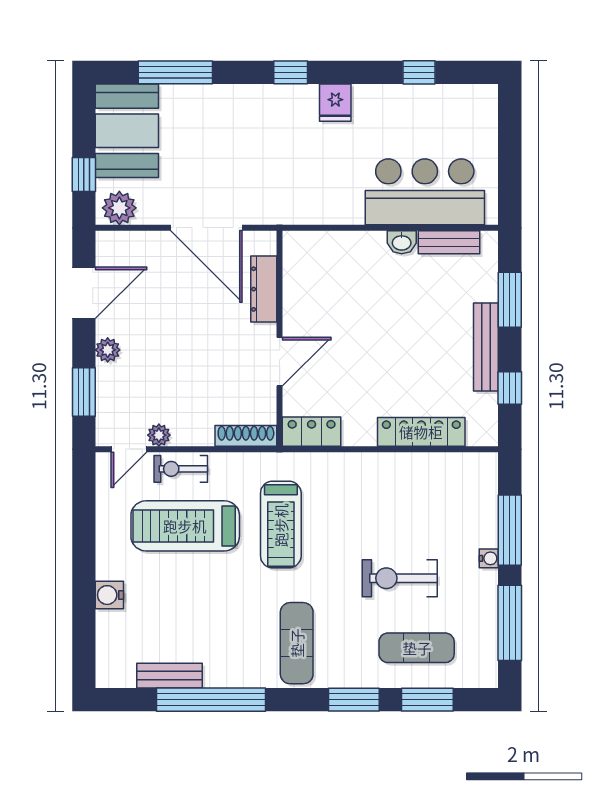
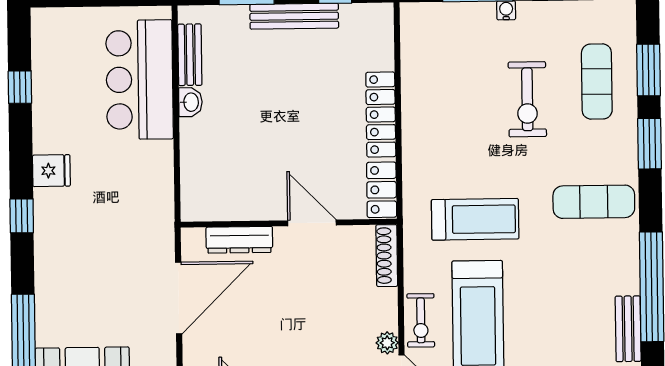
locker: (421, 432) -> (381, 115), moved

